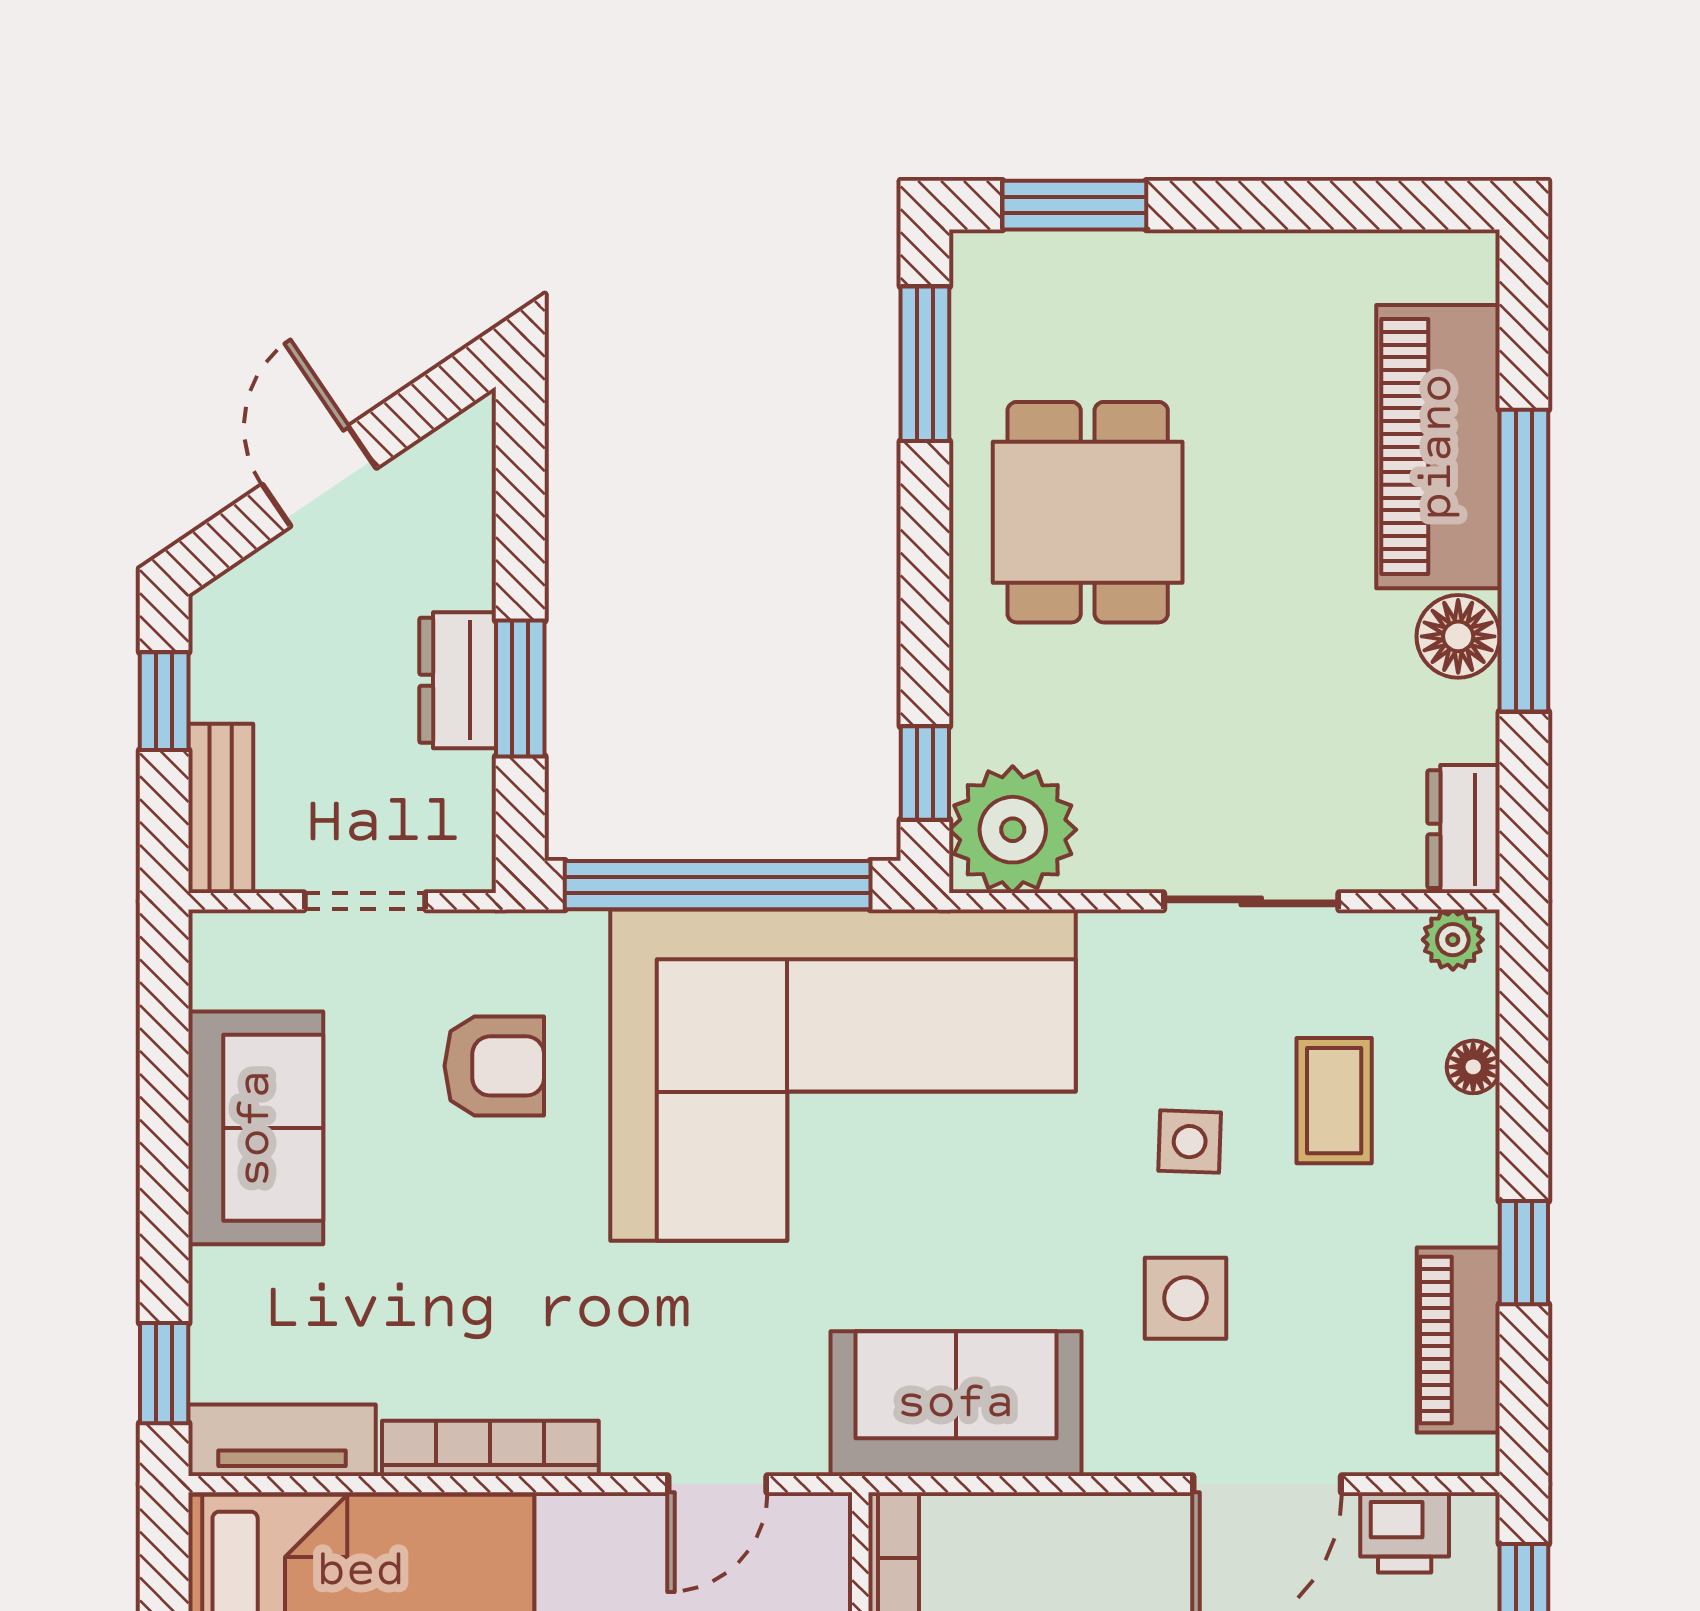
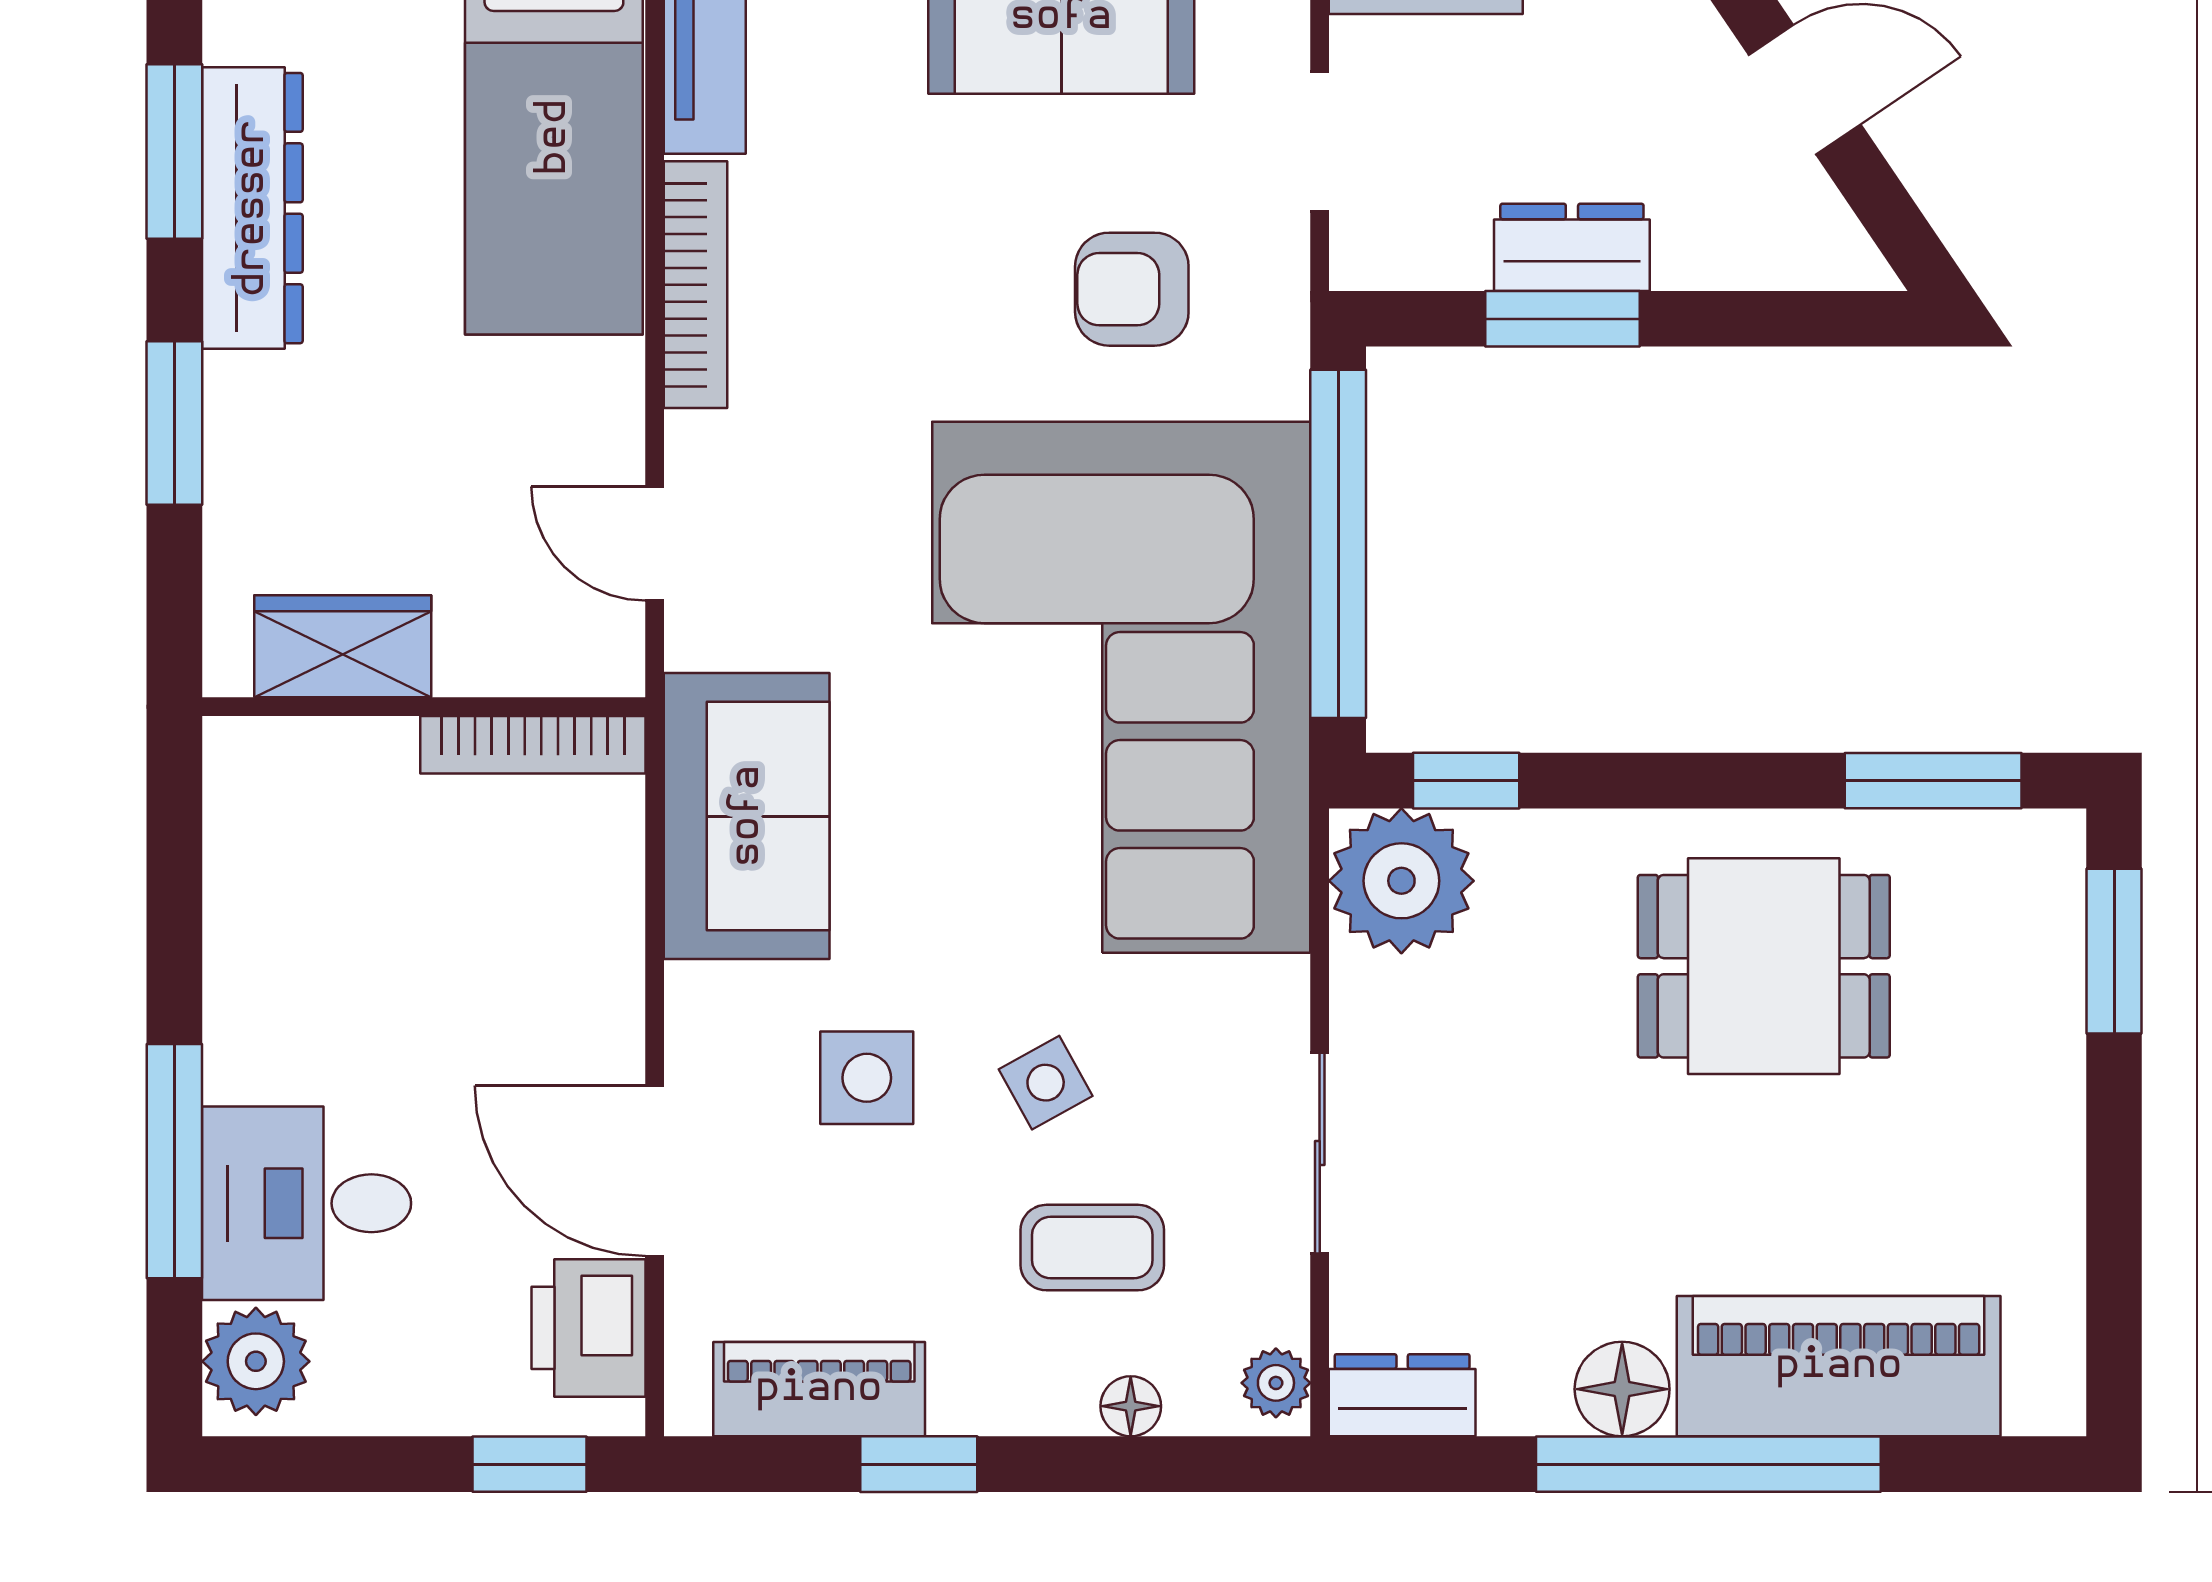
armchair: (494, 1066) -> (1132, 289), turned 90
side table: (1190, 1142) -> (1046, 1083), turned -31
printer: (1405, 1532) -> (588, 1328), width x1.36, depth x1.24

